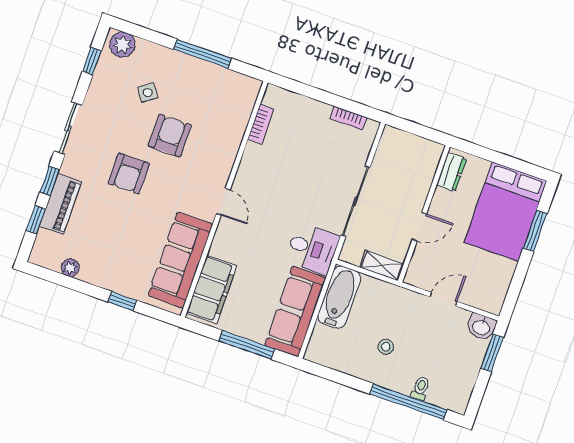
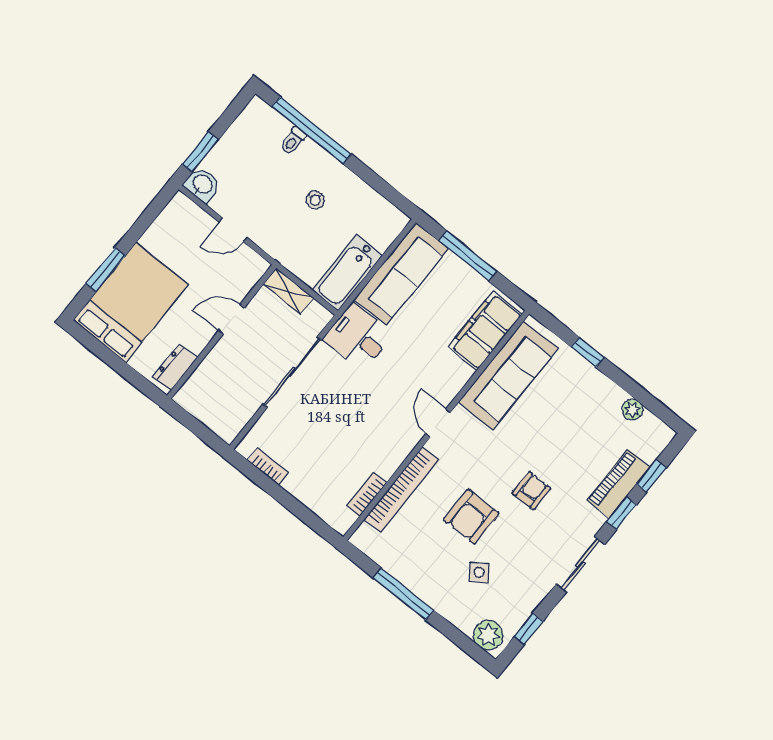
bookcase: (234, 137) -> (401, 490), added
armchair: (129, 174) -> (531, 491), width x0.72, depth x0.72

